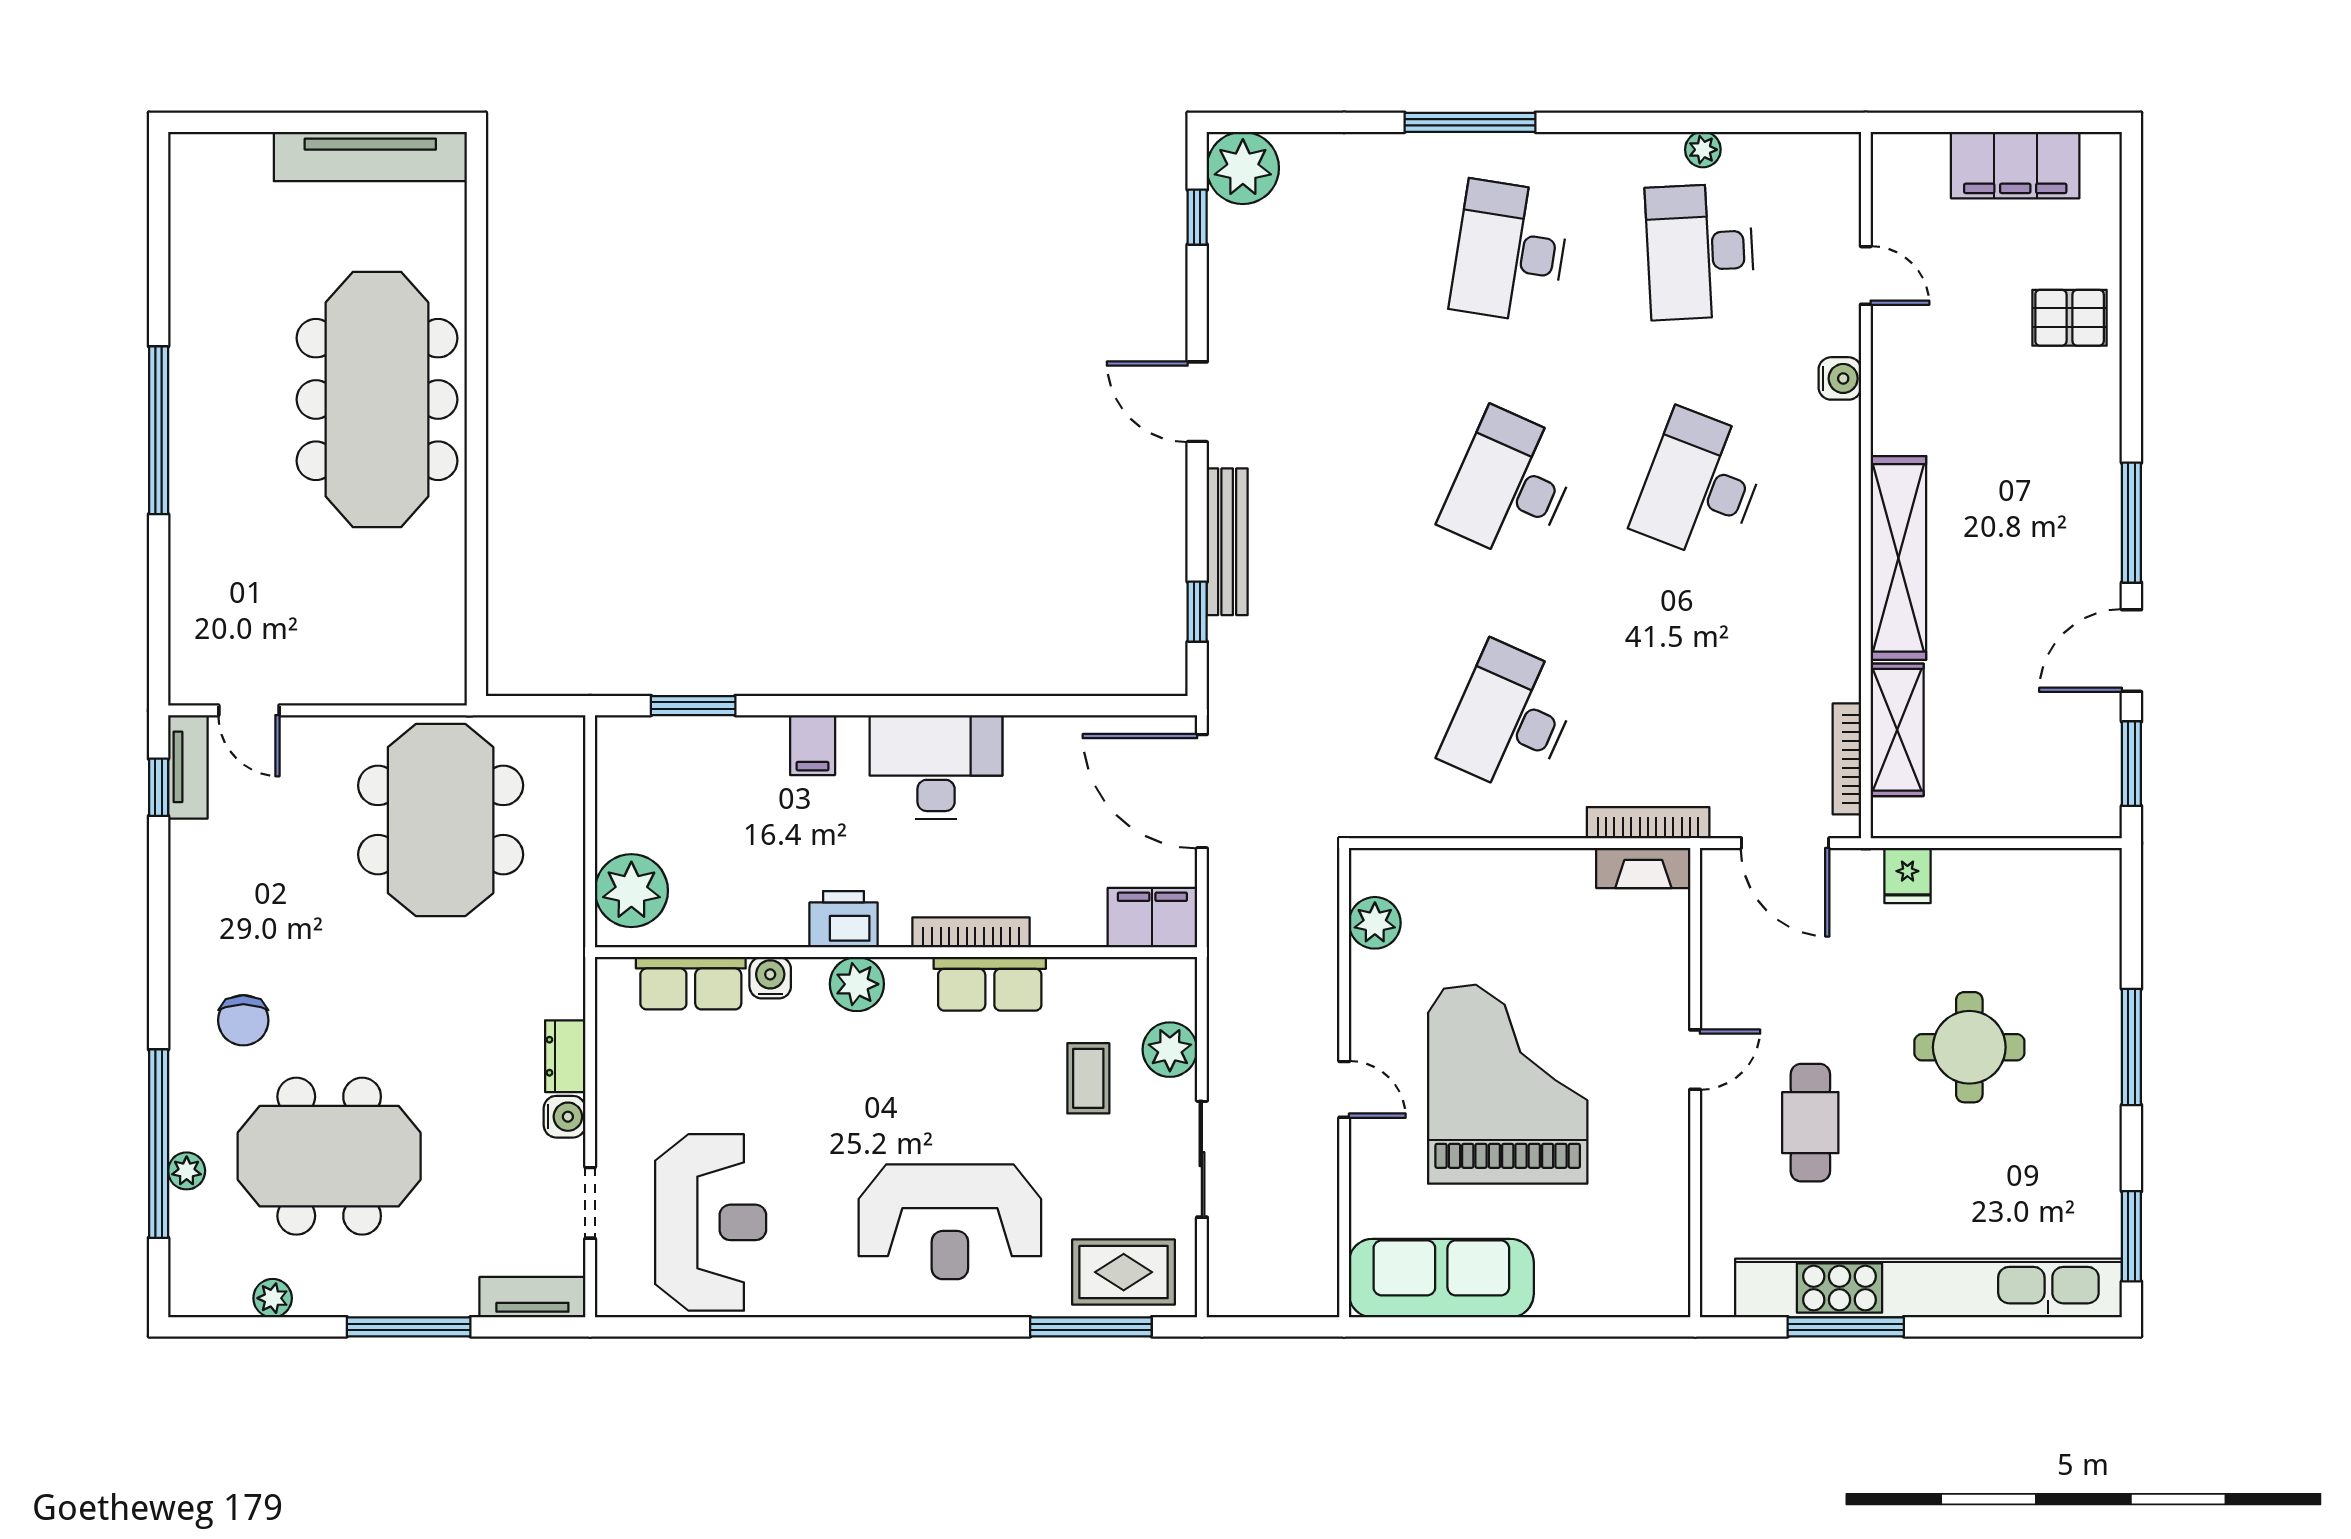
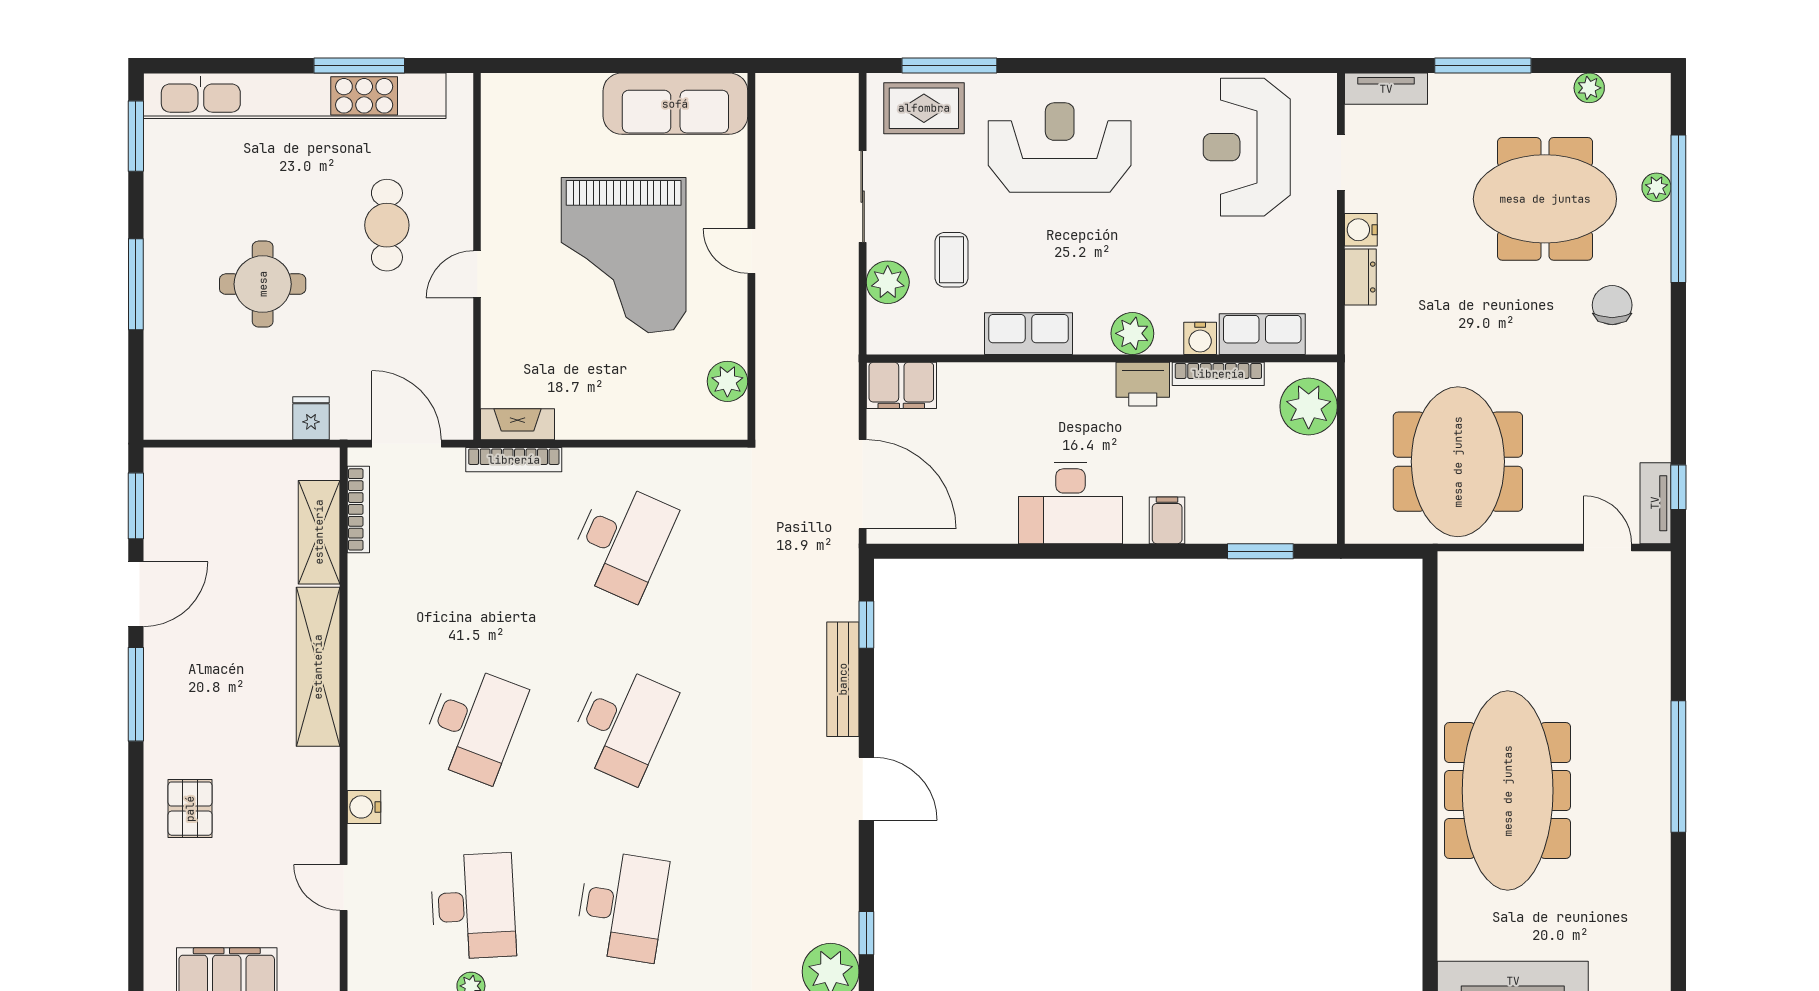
pallet: (2070, 318) -> (190, 809), moved, turned 90
bookcase: (971, 932) -> (1218, 374), moved

